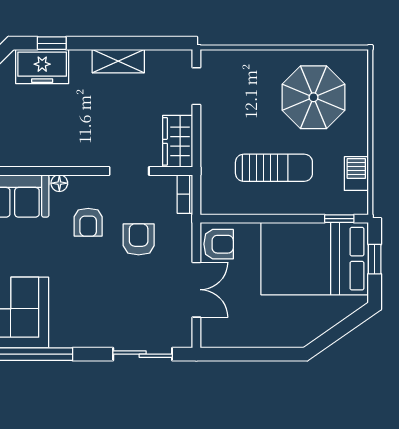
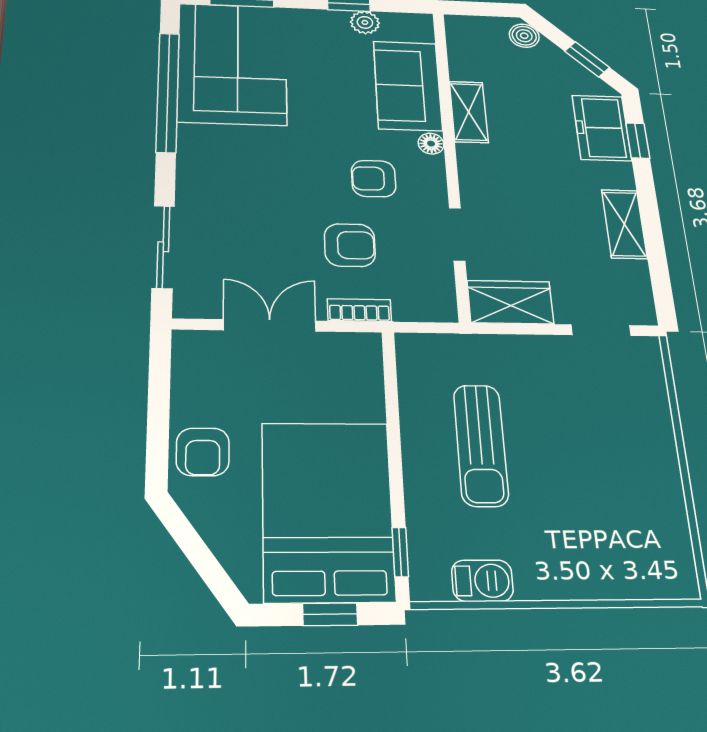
parasol: (313, 97) -> (607, 508), removed
shelving: (32, 156) -> (469, 112), added
bookcase: (185, 194) -> (359, 310), moved
armchair: (219, 244) -> (203, 452), moved
double door: (196, 290) -> (270, 325), swing flipped

